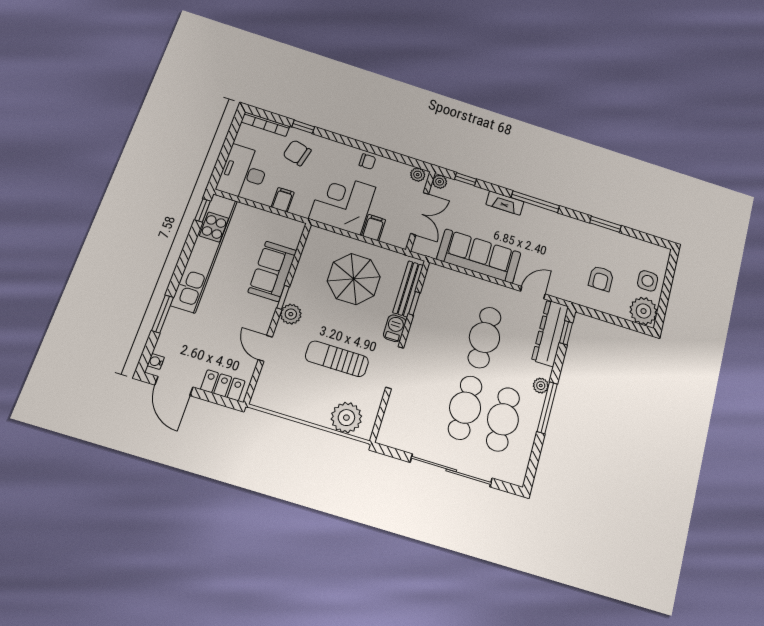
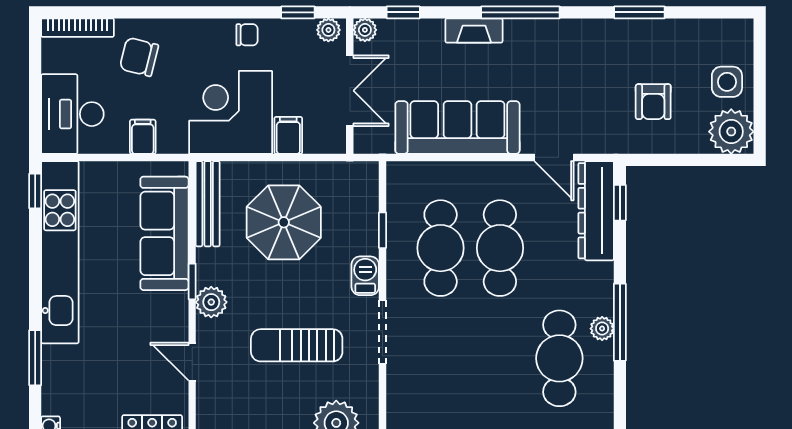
window: (303, 127) -> (298, 12), moved
sofa: (272, 271) -> (164, 233), width x1.36
bench: (408, 289) -> (208, 204), moved
door: (533, 293) -> (554, 157), swing flipped
plant: (541, 386) -> (602, 329), moved
cafe table: (465, 408) -> (441, 248), moved

